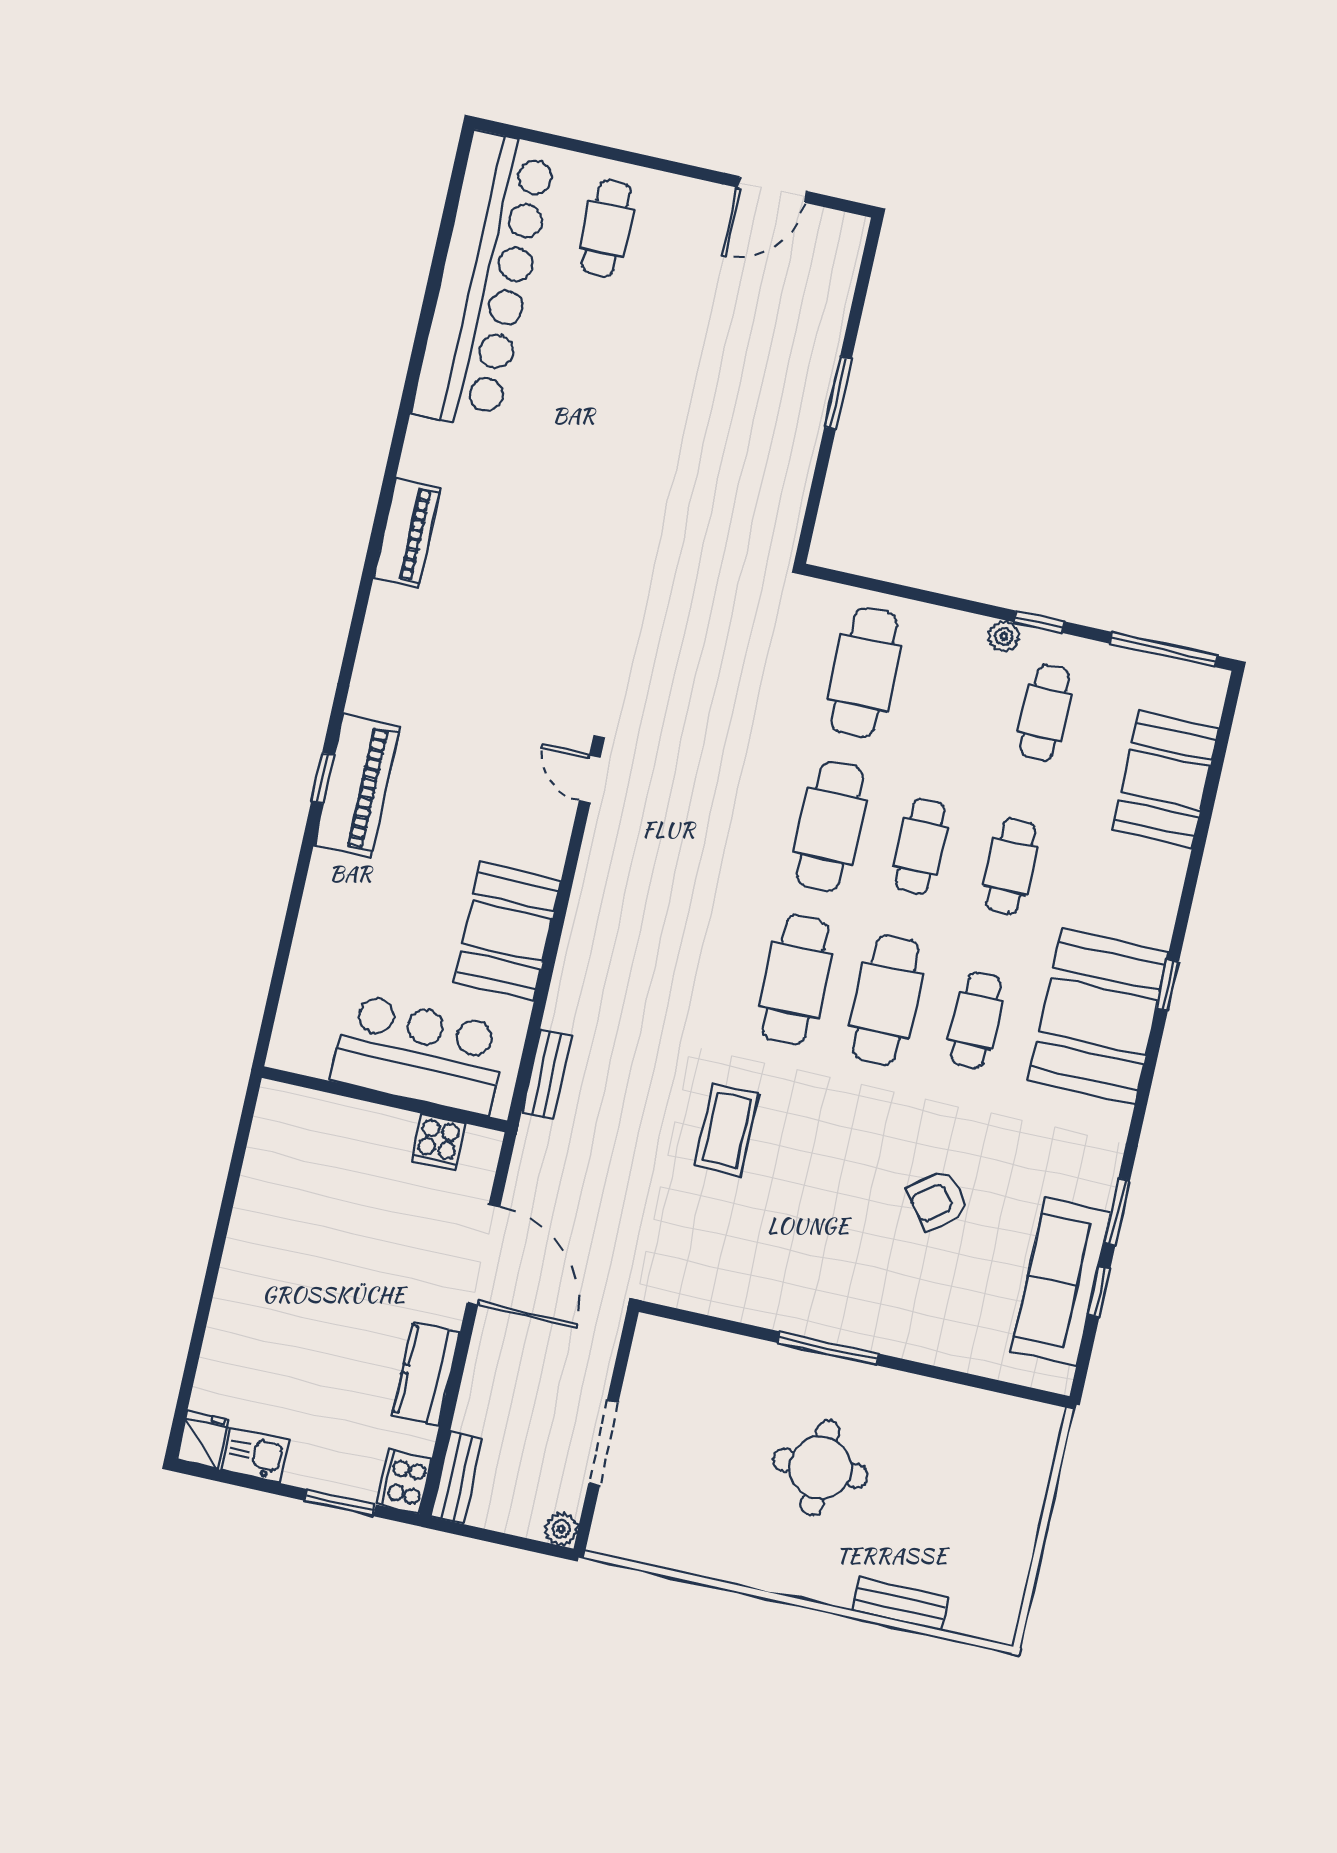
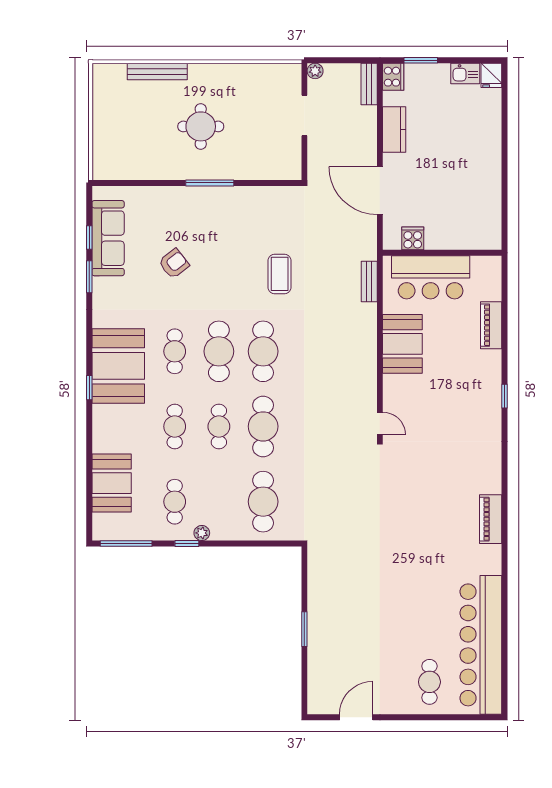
piano: (357, 786) -> (491, 325), moved, width x0.73, depth x0.75
bench: (900, 1604) -> (157, 71), width x1.36

